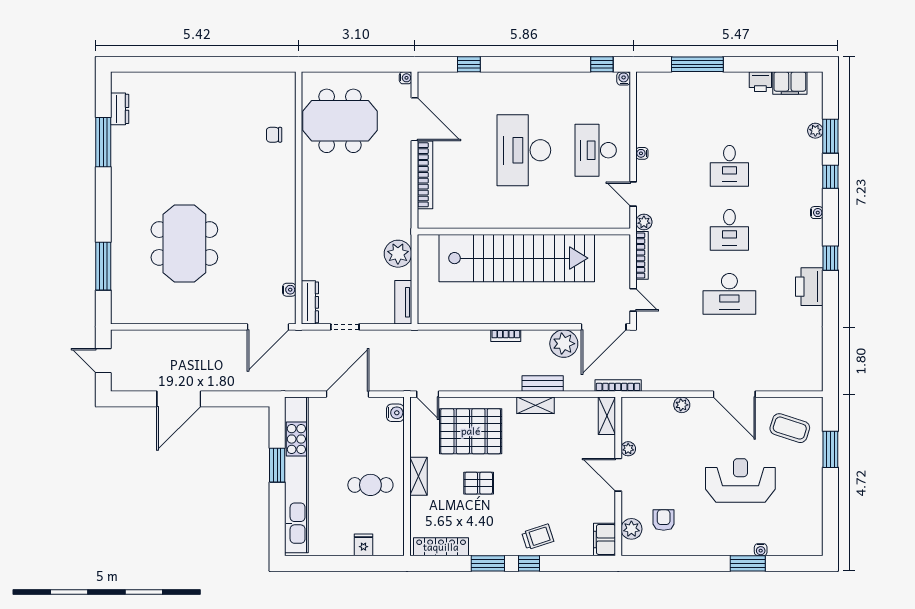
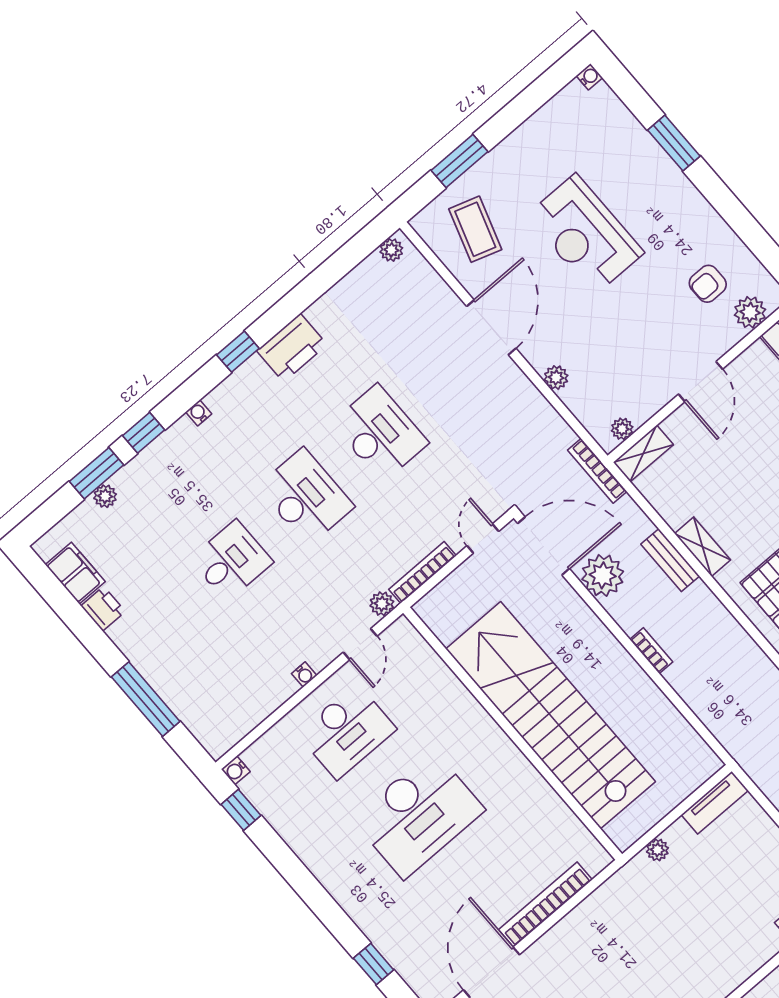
desk: (729, 230) -> (306, 497), width x1.37
plant: (398, 254) -> (657, 850), width x0.53, depth x0.53
plant: (815, 378) -> (391, 250), added
plant: (628, 449) -> (622, 429), moved
water cooler: (761, 550) -> (589, 77), moved

